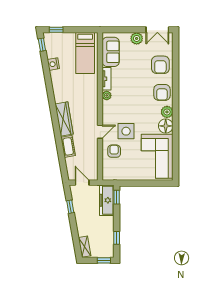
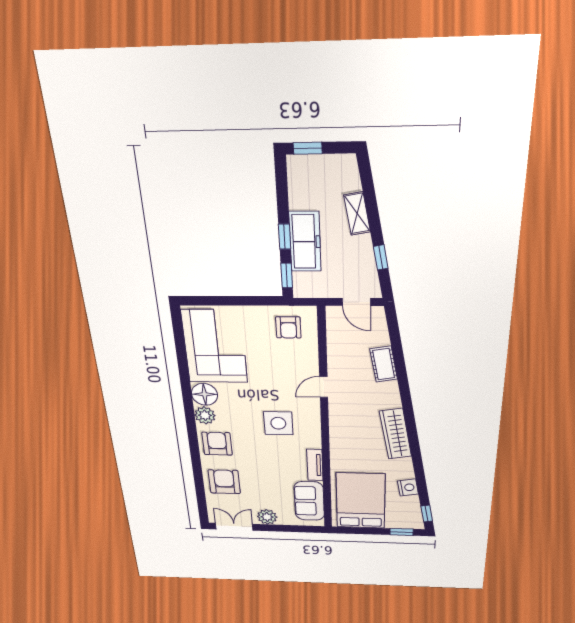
bed: (85, 53) -> (361, 501), width x1.50
plant: (107, 95) -> (313, 441), removed
wardrobe: (64, 119) -> (396, 434), moved
side table: (126, 131) -> (278, 423), moved
armchair: (114, 151) -> (288, 327), moved
freezer: (107, 200) -> (305, 242), moved
window: (117, 238) -> (285, 237), moved
shelving: (85, 247) -> (357, 214), moved

